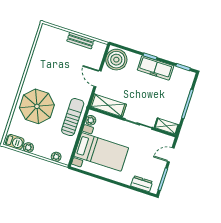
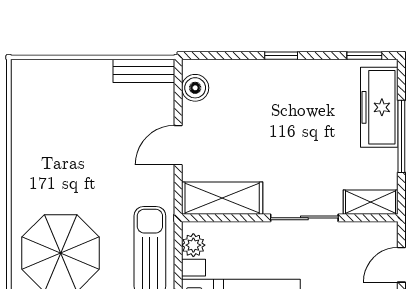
bench: (80, 40) -> (144, 71), moved
boiler: (116, 60) -> (195, 88), width x0.54, depth x0.54
freezer: (156, 68) -> (379, 107), moved, turned 90
door: (98, 79) -> (178, 145), hinge flipped

